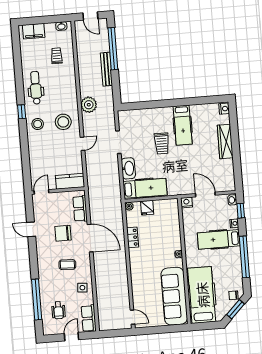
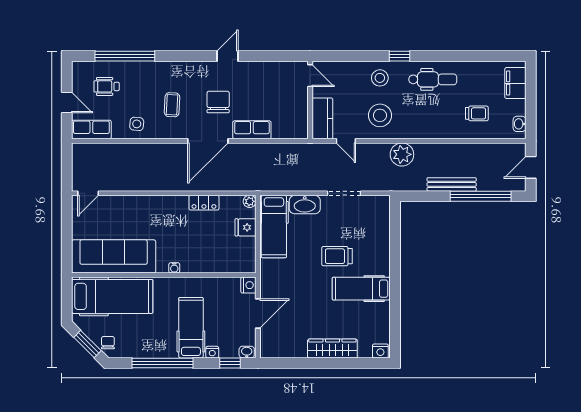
kitchen counter: (70, 181) -> (322, 118), moved
wall: (58, 191) -> (310, 100), moved
door: (41, 192) -> (310, 76), moved

